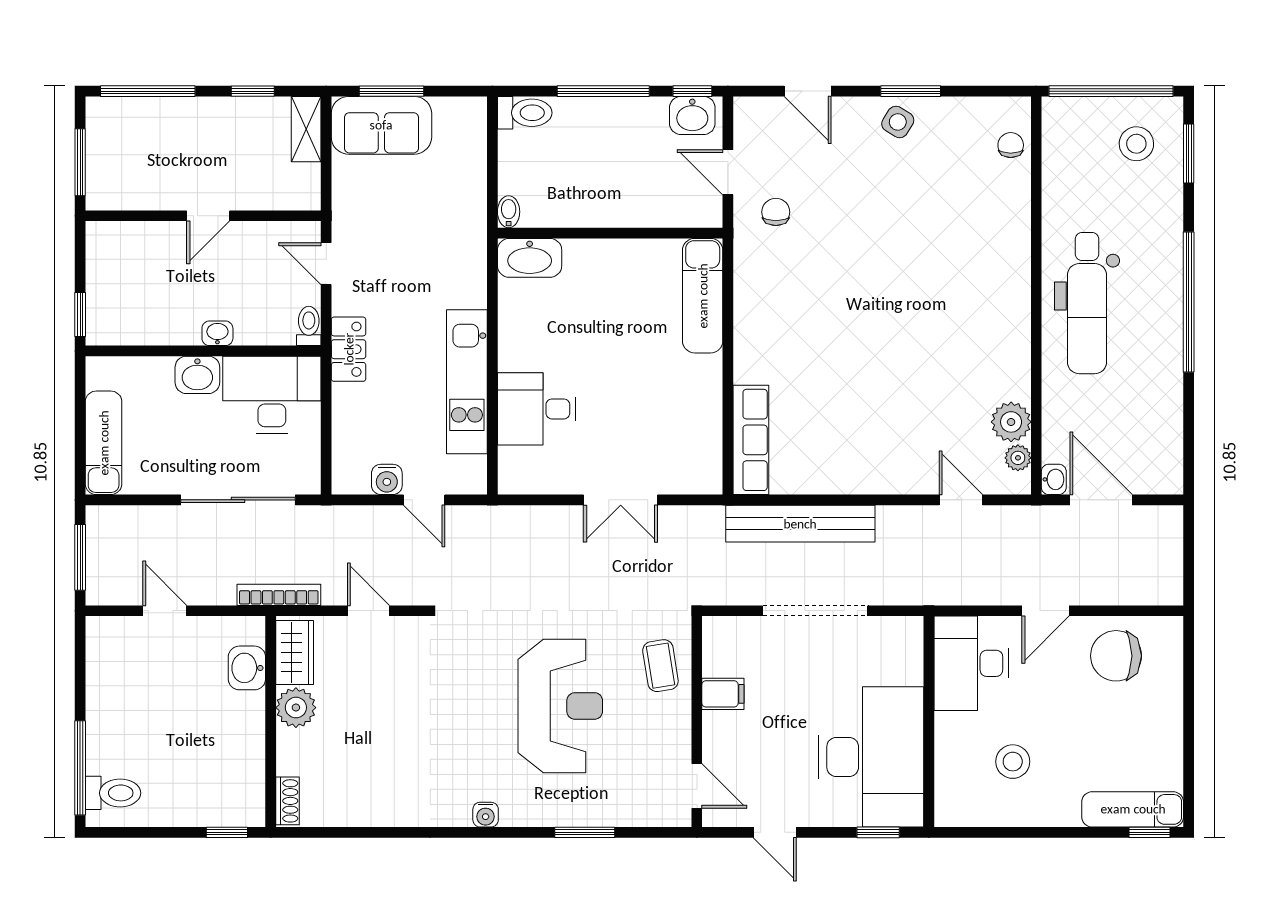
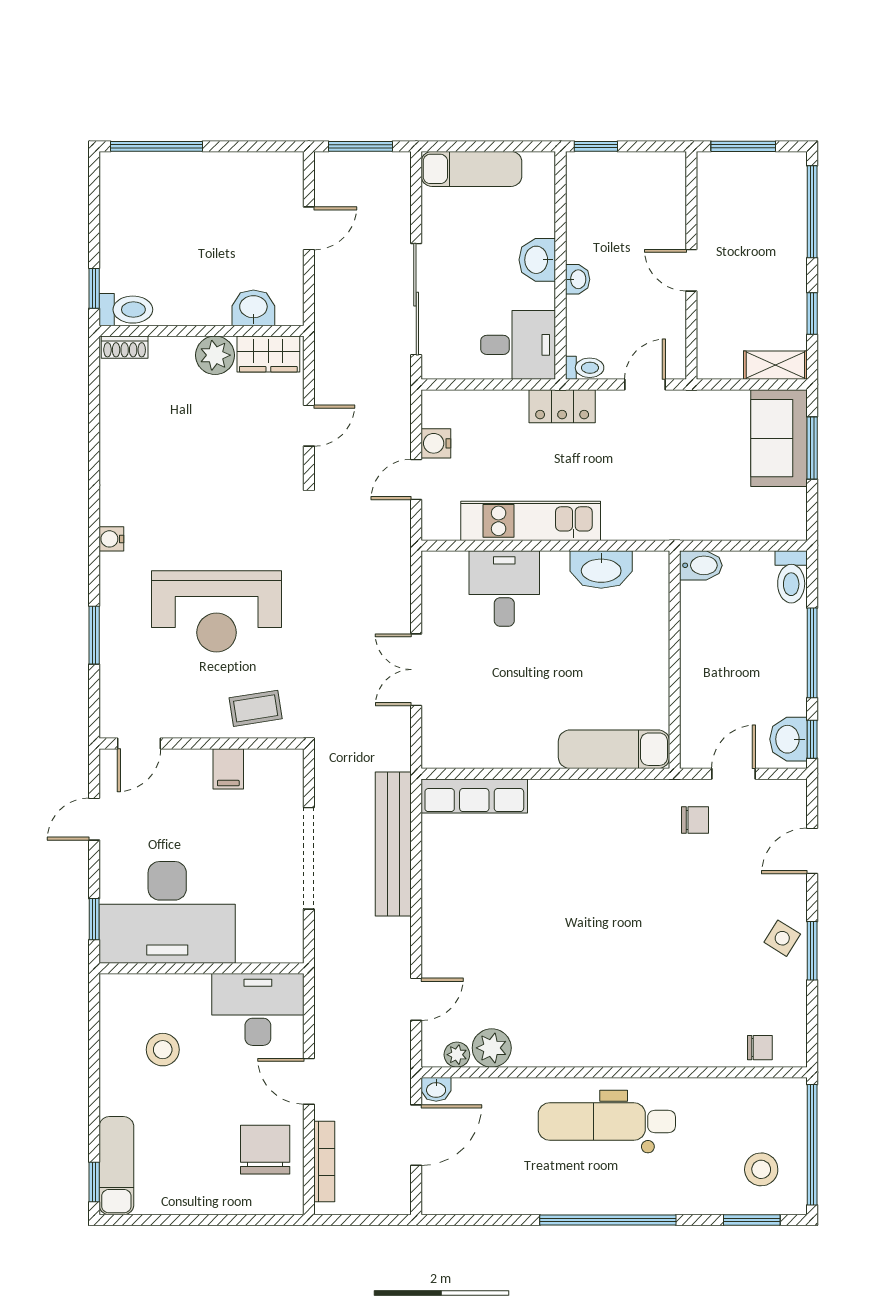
bidet: (509, 212) -> (701, 565), width x1.38, depth x1.36
washbasin: (530, 258) -> (601, 570), moved, turned -90
desk: (272, 395) -> (518, 345), width x0.73
bookcase: (279, 595) -> (324, 1162), moved
toilet: (113, 793) -> (126, 310), moved, turned -90

